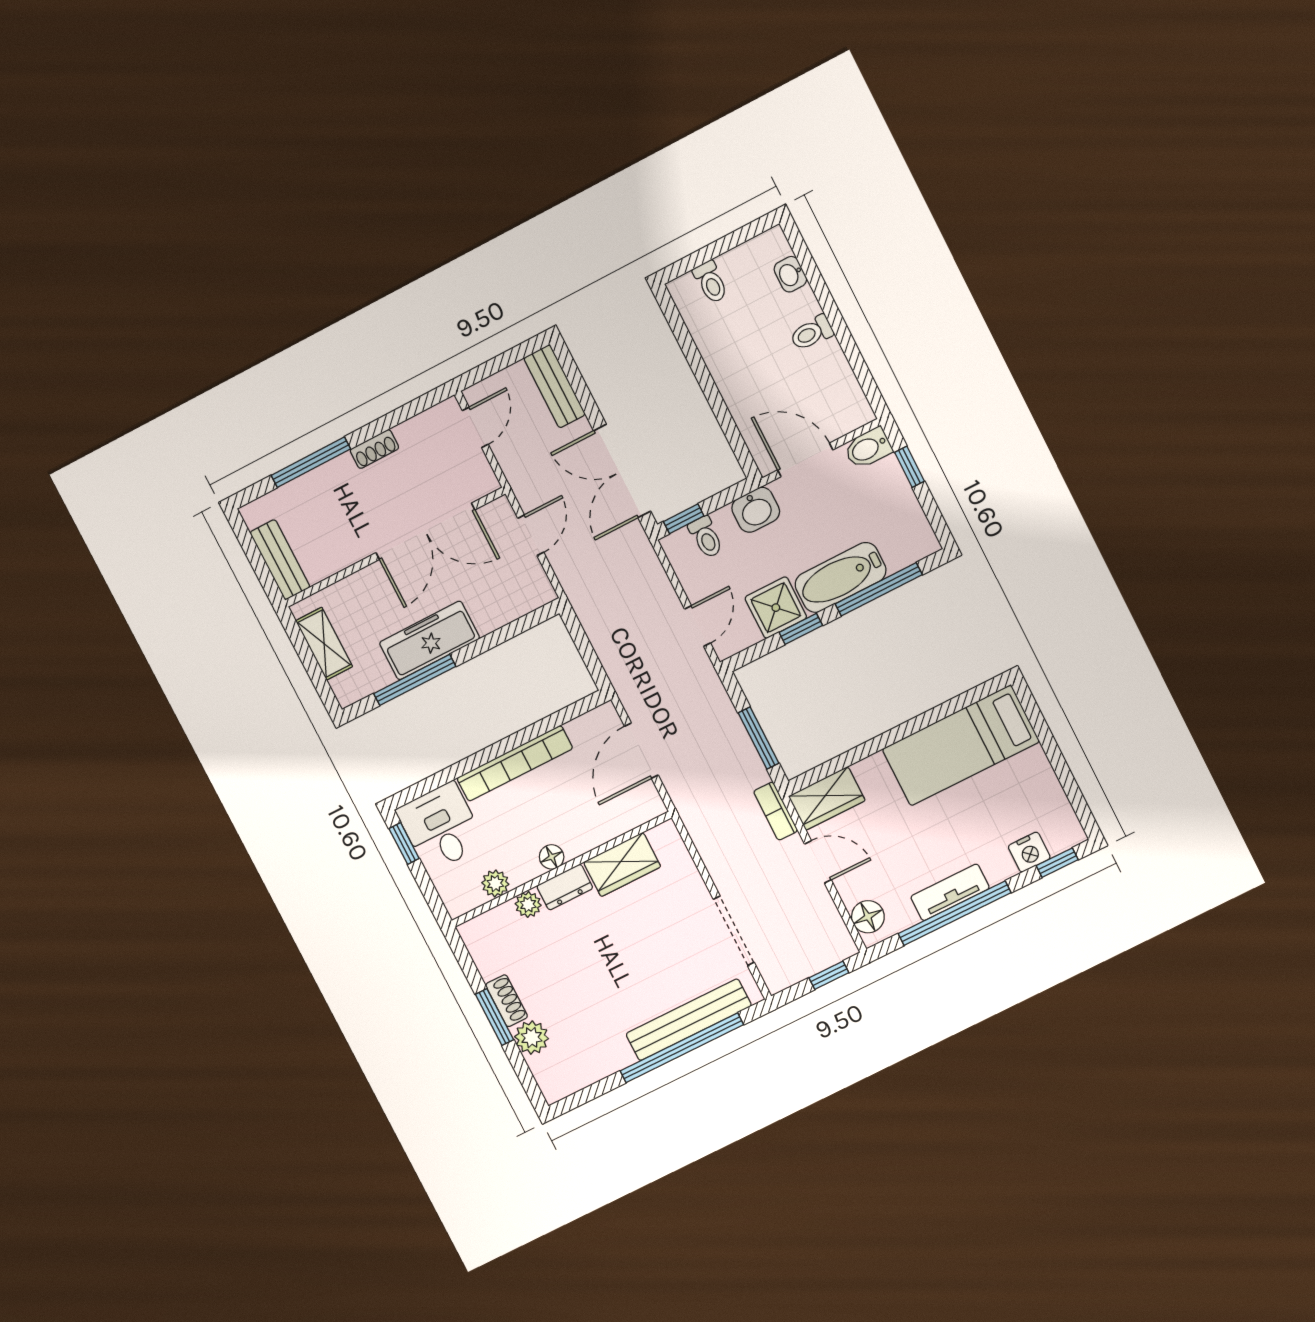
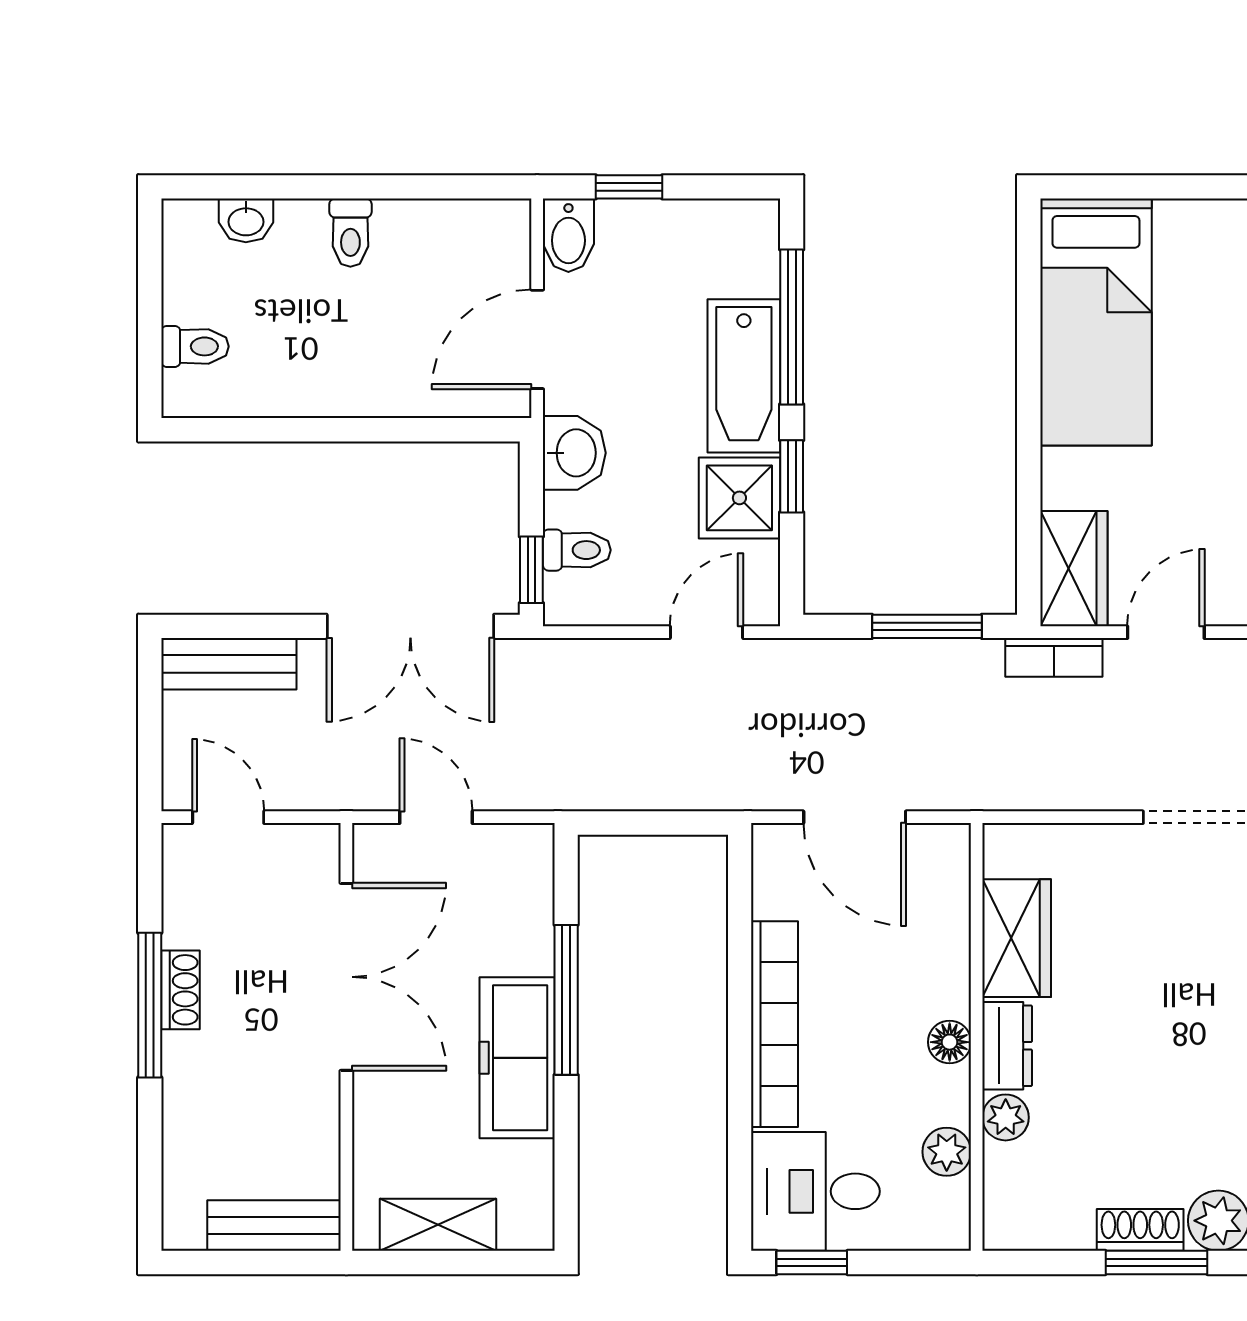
window: (311, 462) -> (150, 1005), moved
door: (698, 626) -> (706, 632), hinge flipped
window: (415, 680) -> (566, 1000), moved

